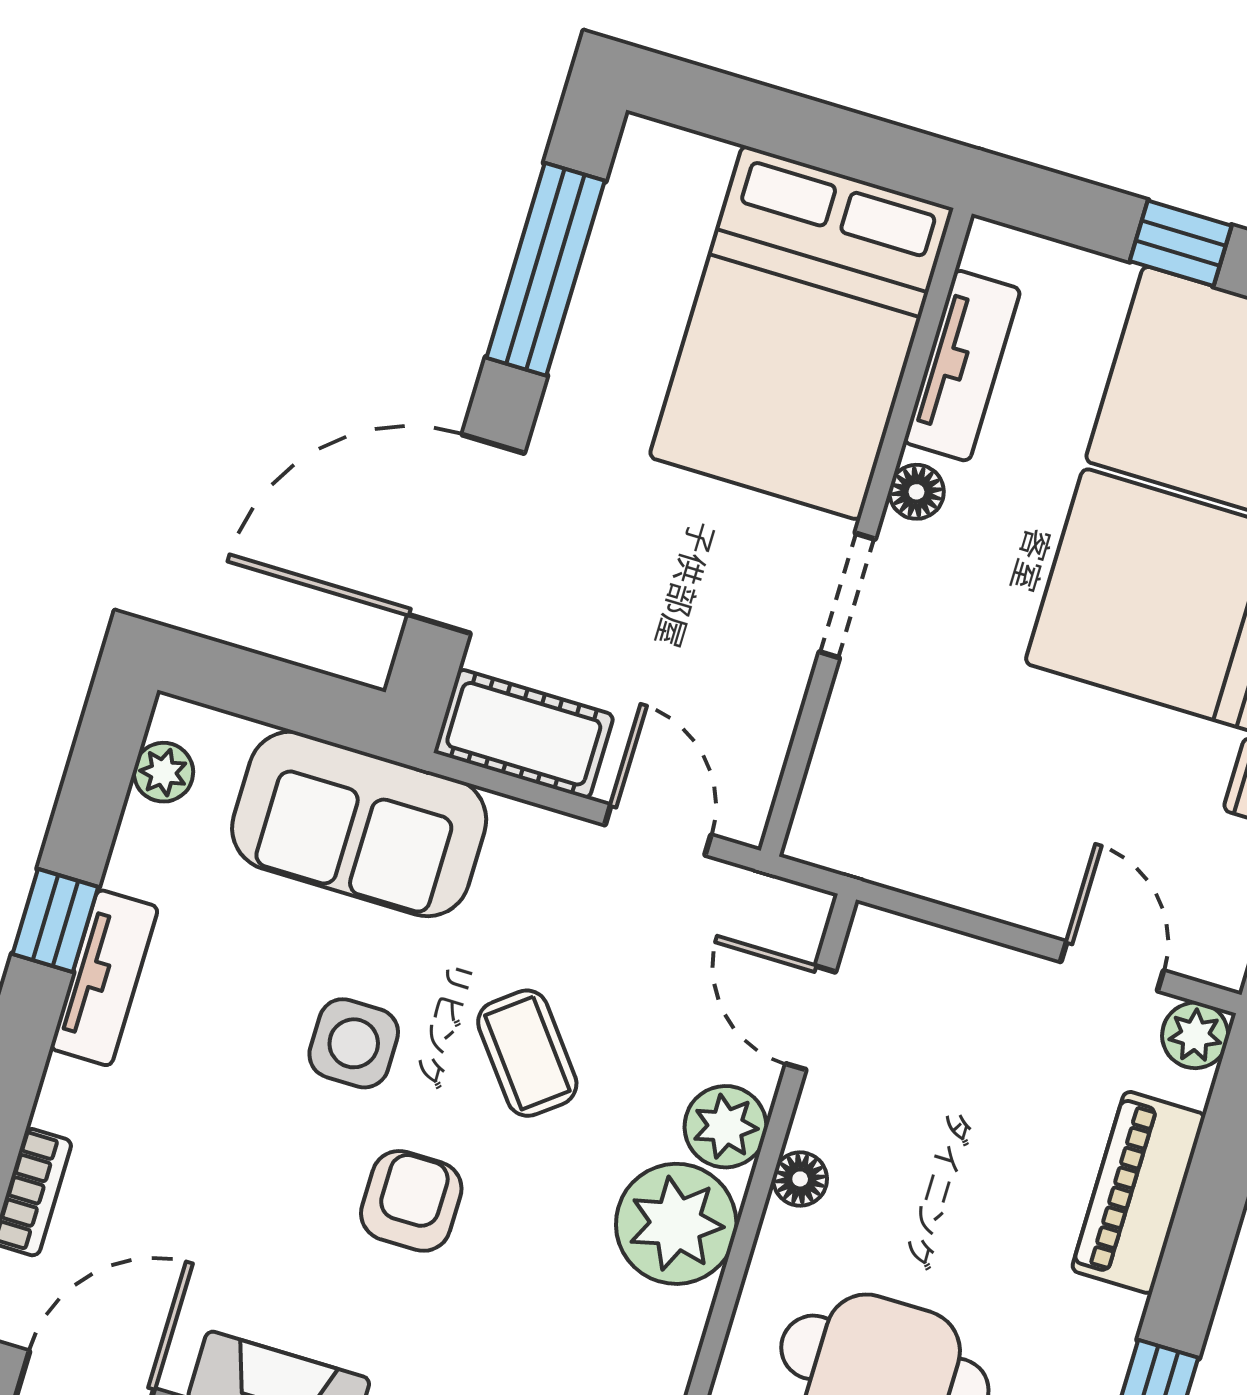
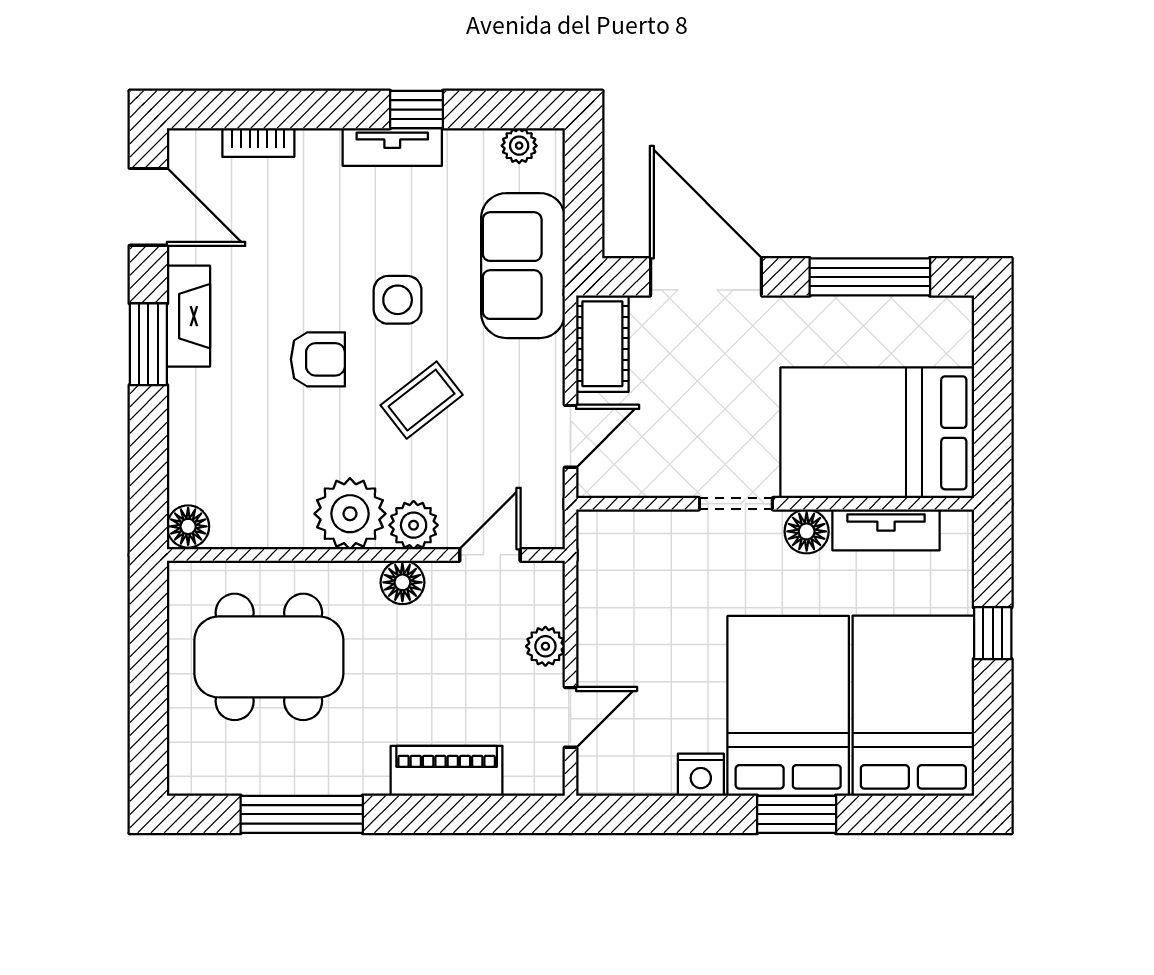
floor lamp: (917, 492) -> (807, 531), width x1.37, depth x1.37
plant: (1195, 1035) -> (545, 646), moved
floor lamp: (800, 1179) -> (402, 582), width x1.37, depth x1.37

